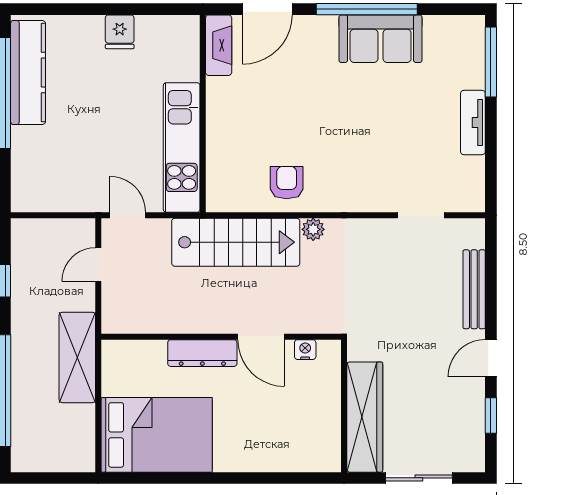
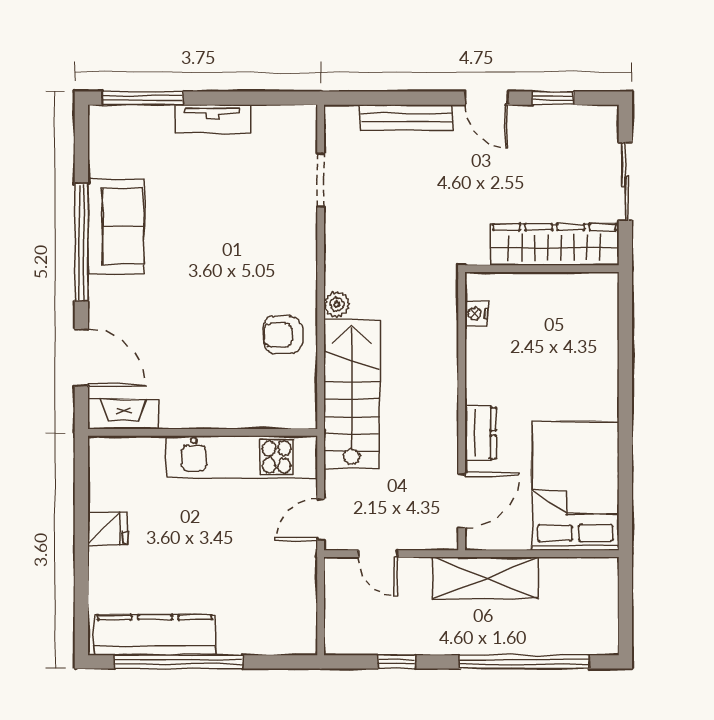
door: (261, 337) -> (462, 500), moved
dresser: (202, 353) -> (480, 433), width x0.70

